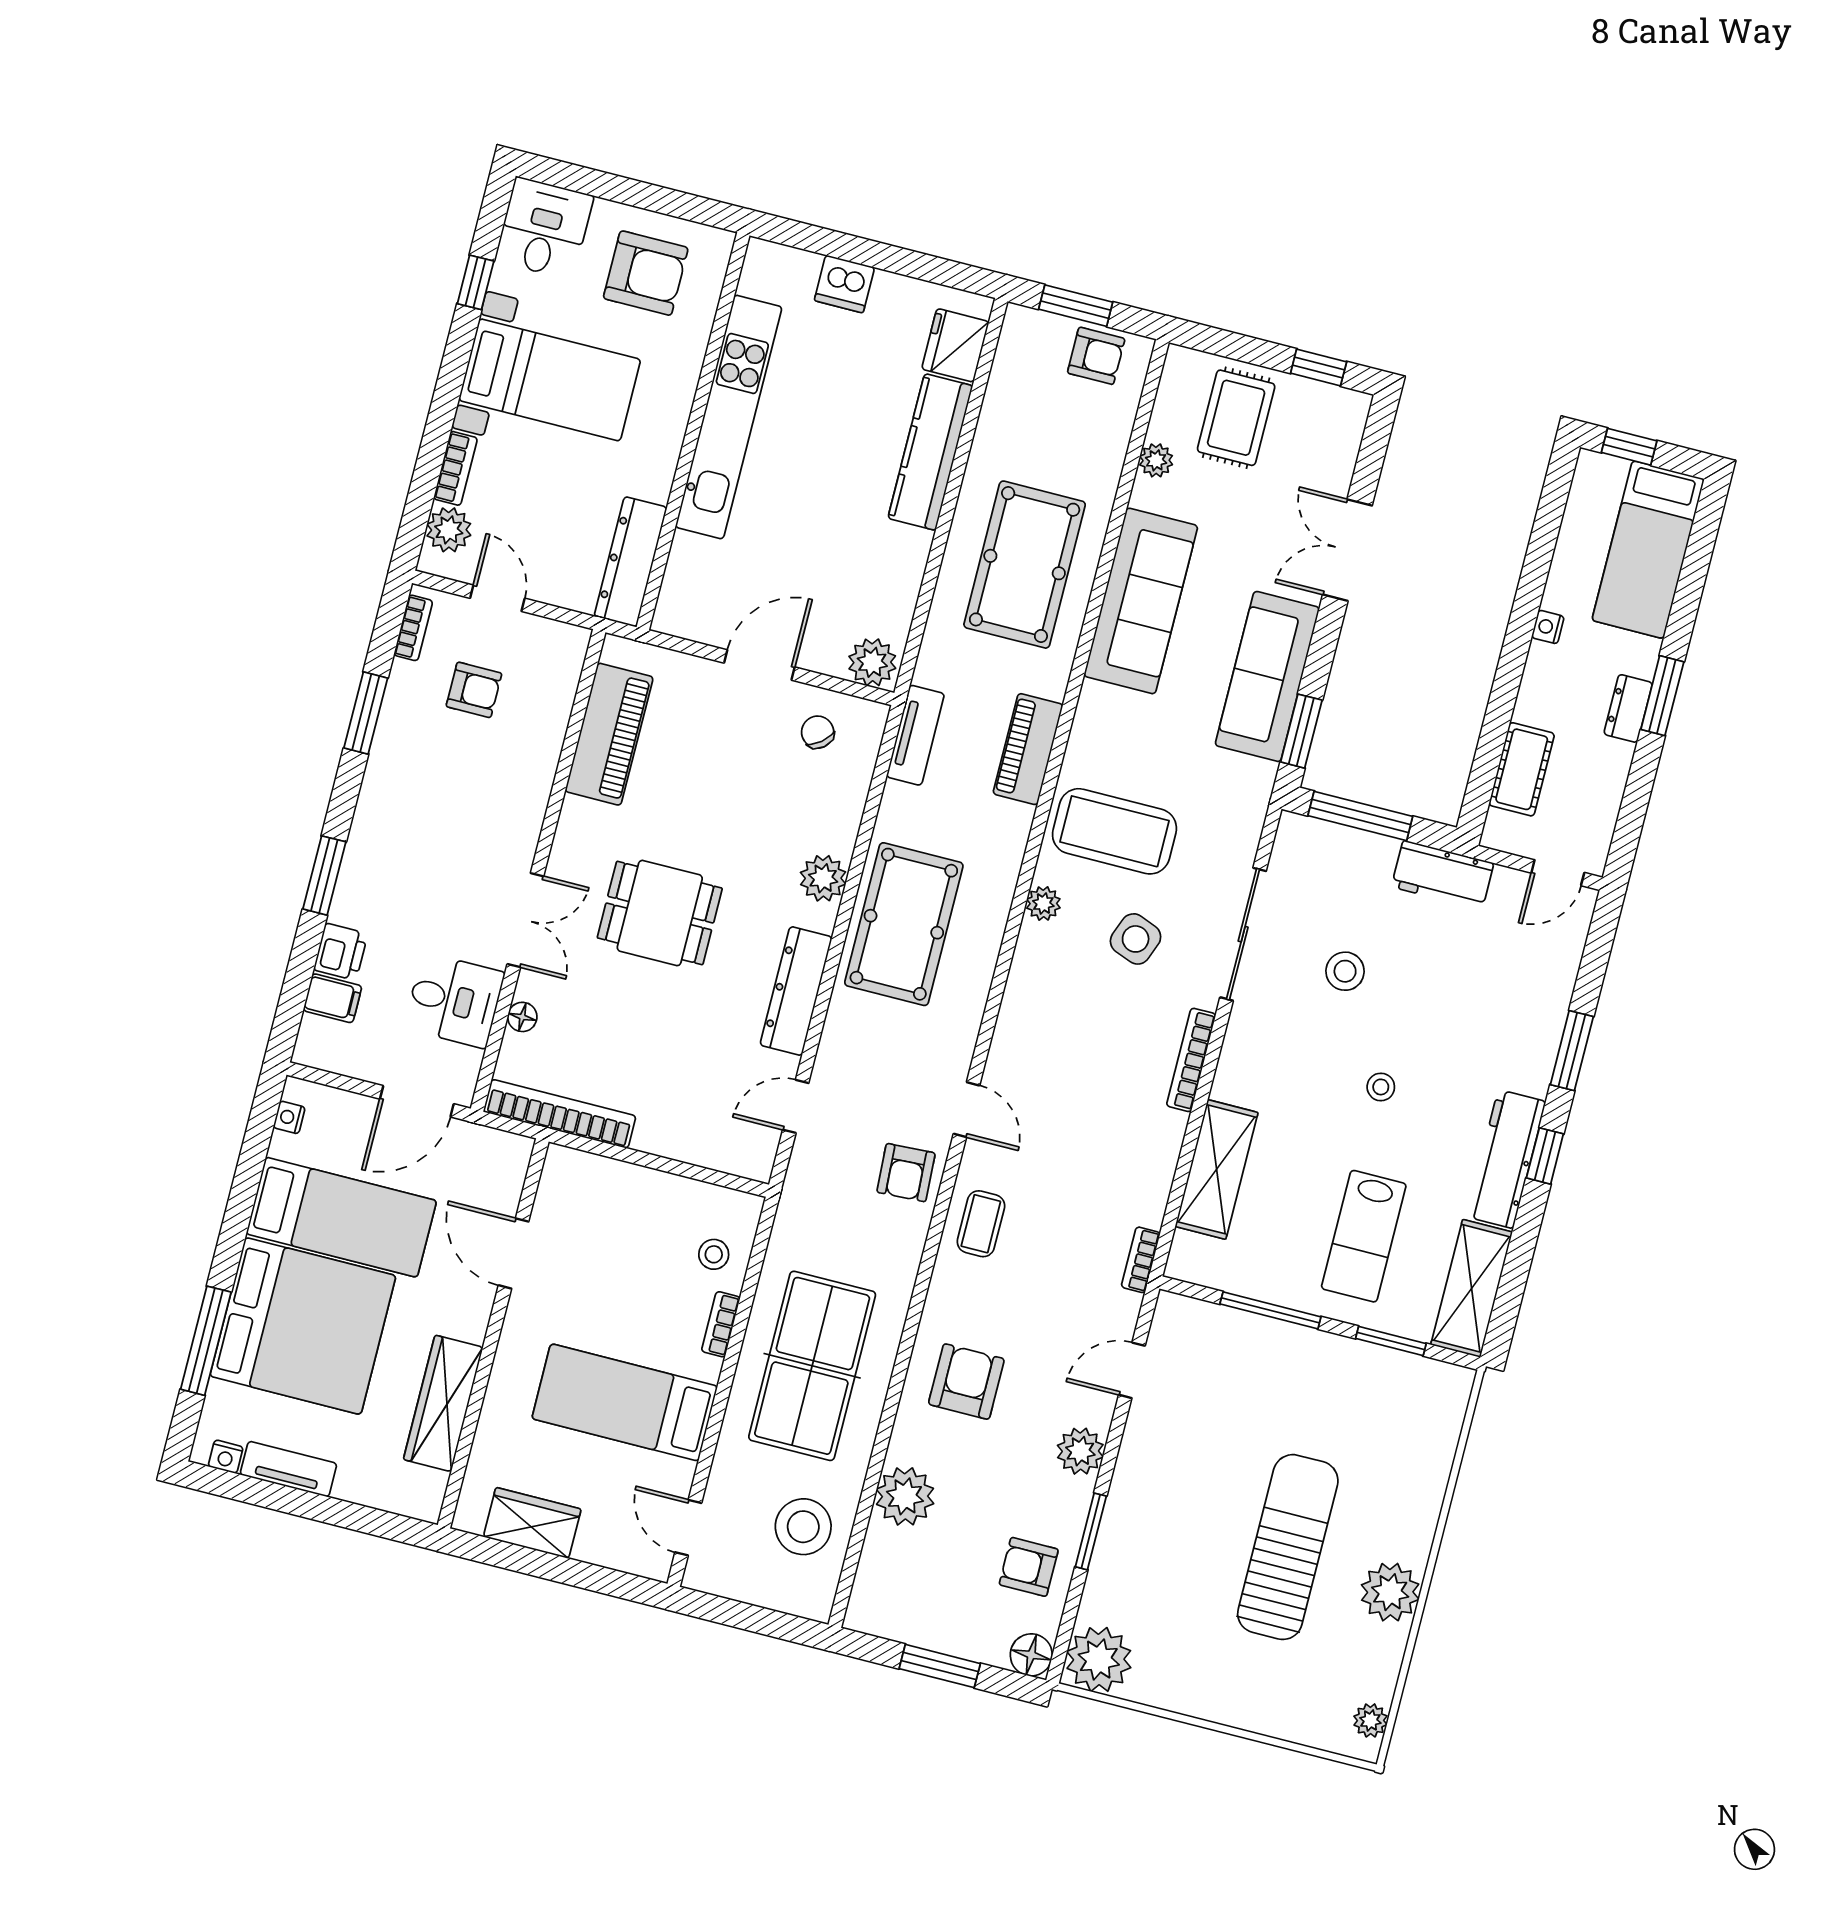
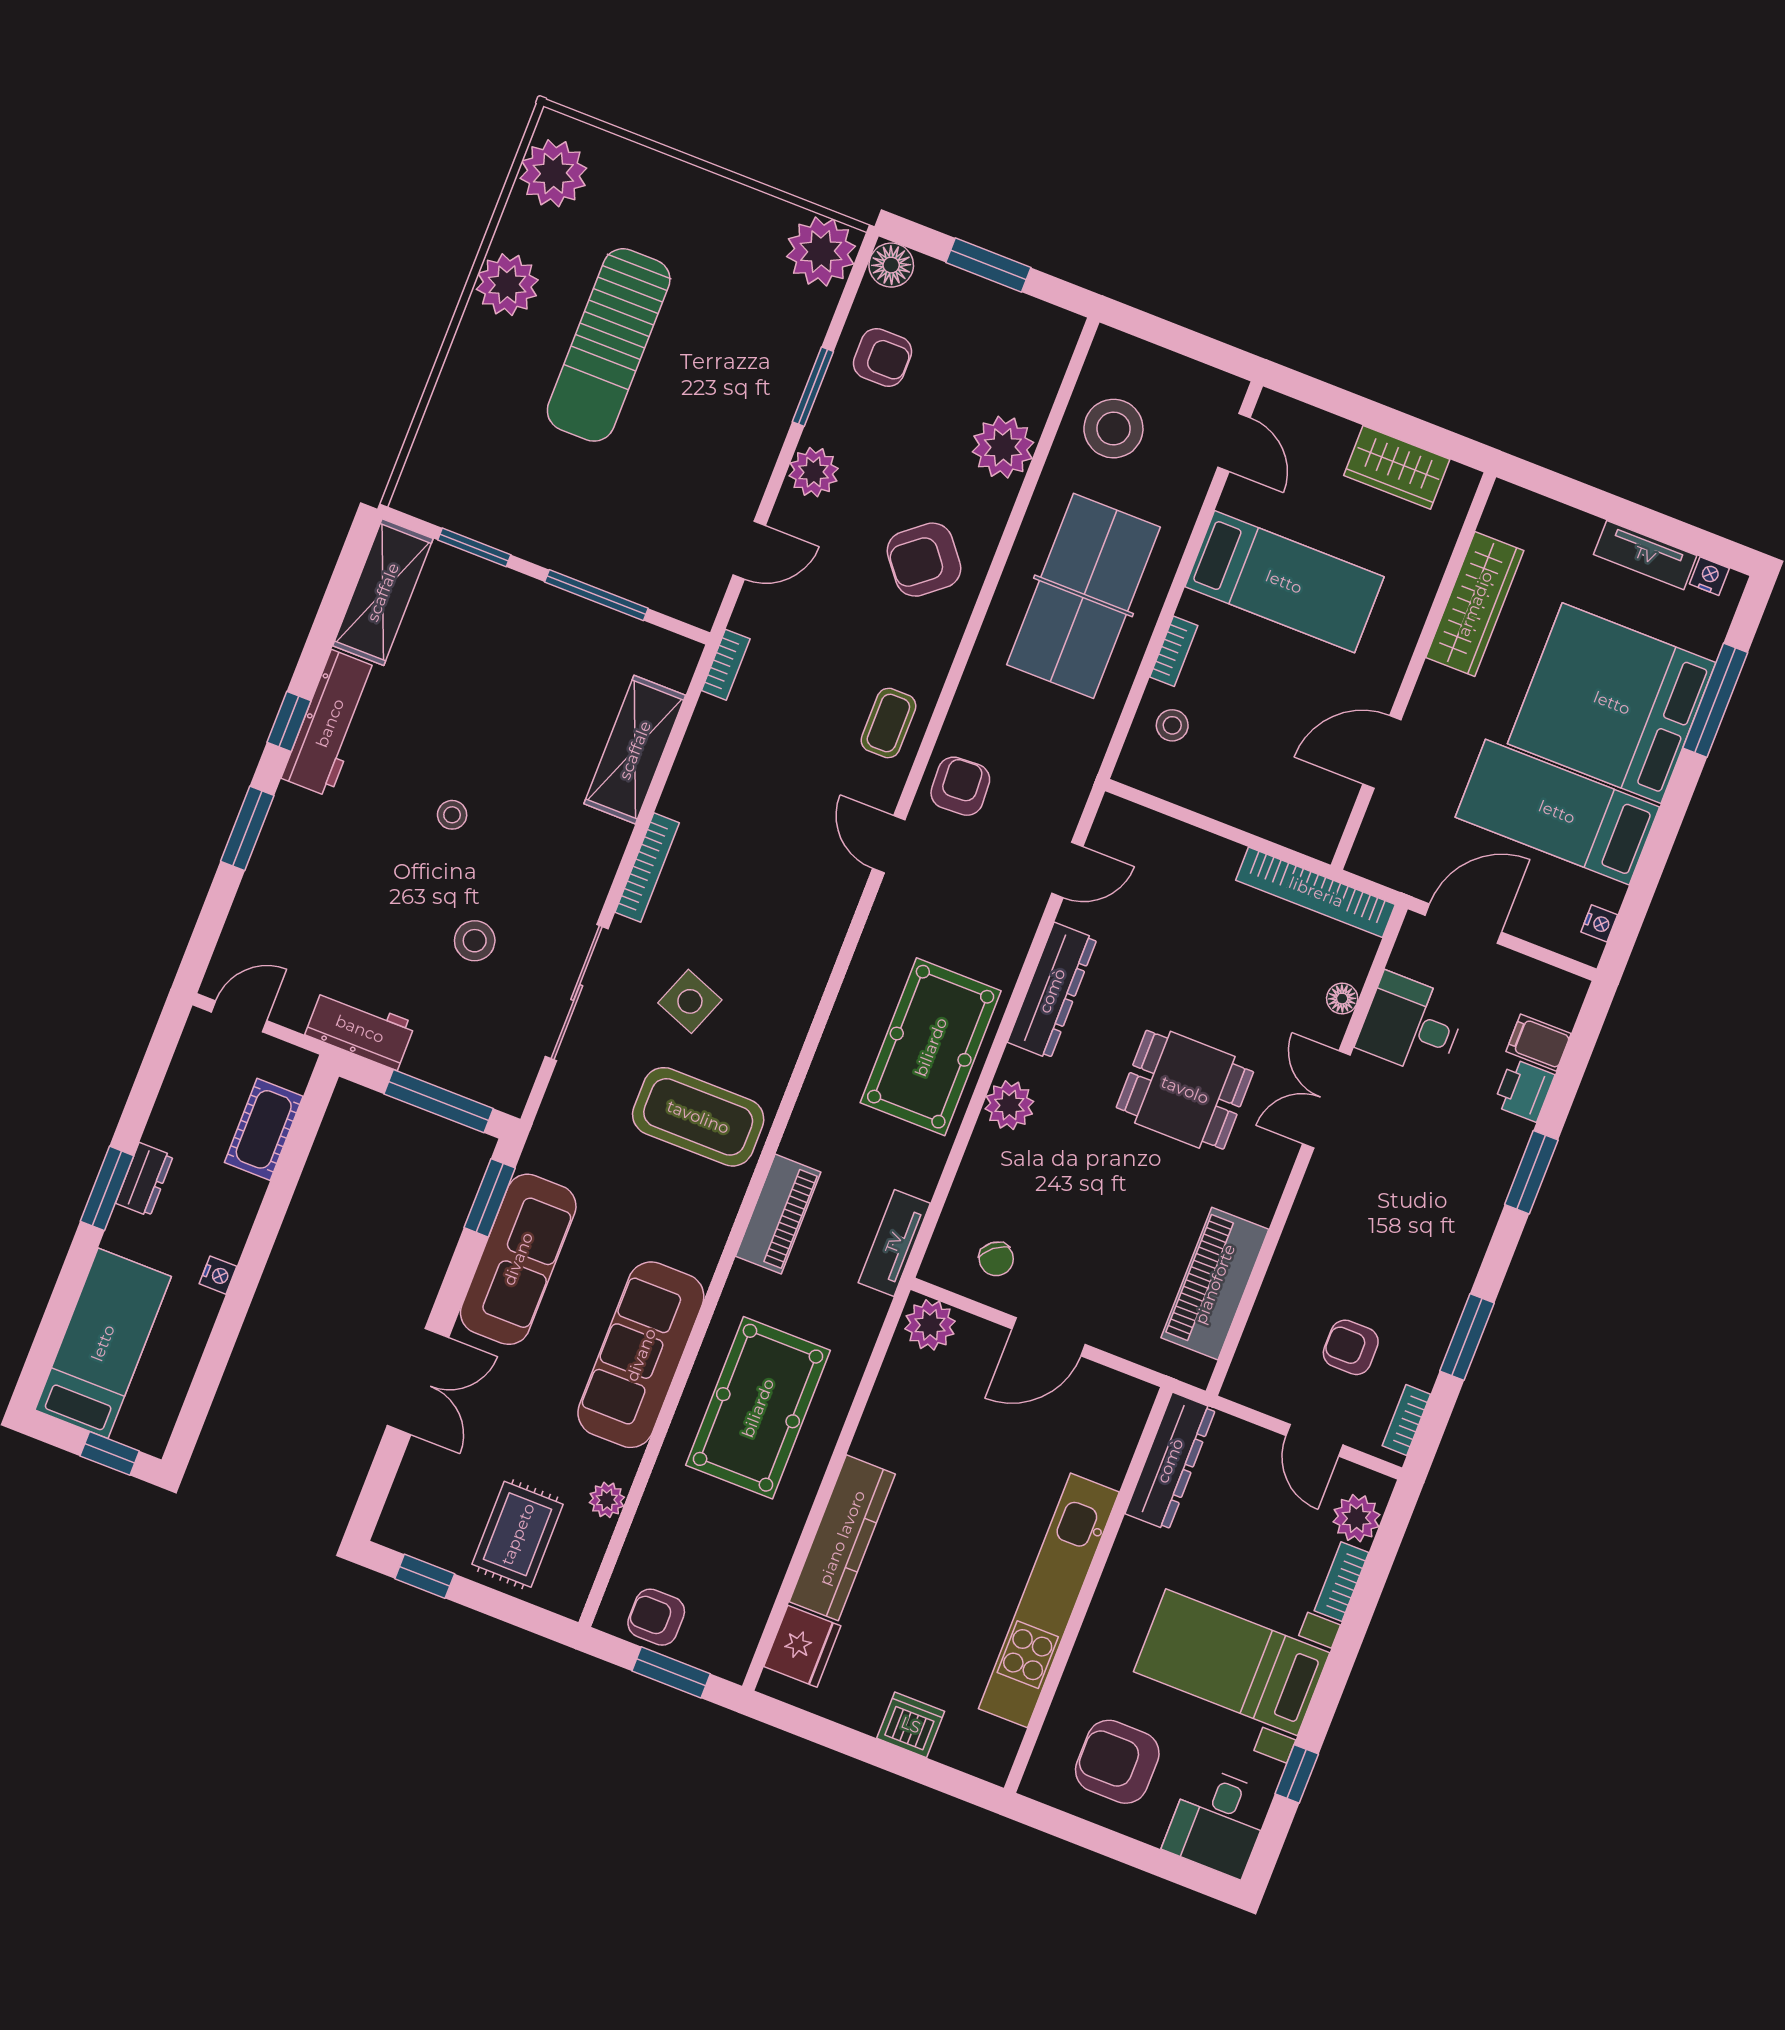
plant: (1043, 903) -> (782, 1050), removed
lab bench: (1364, 1236) -> (489, 661), removed
door: (513, 1253) -> (1382, 752), swing flipped
armchair: (966, 1382) -> (924, 560), turned 51
plant: (1370, 1720) -> (553, 173), width x1.88, depth x1.88

